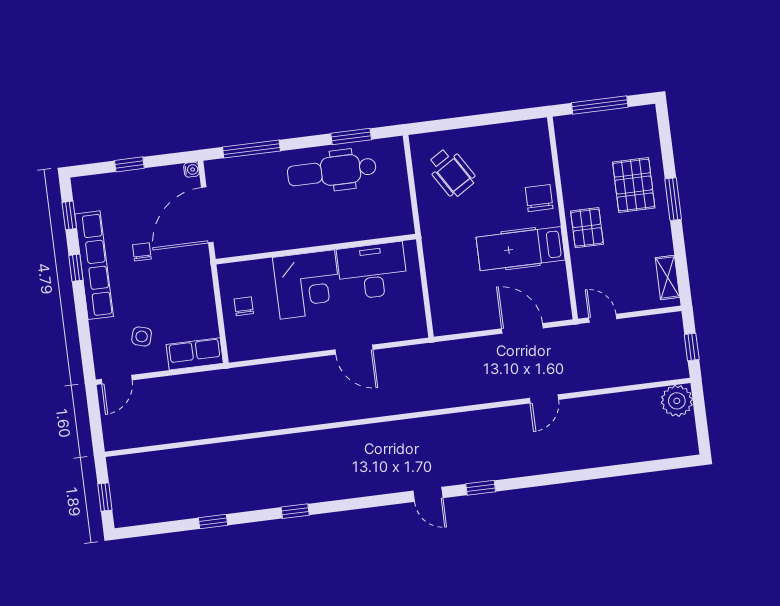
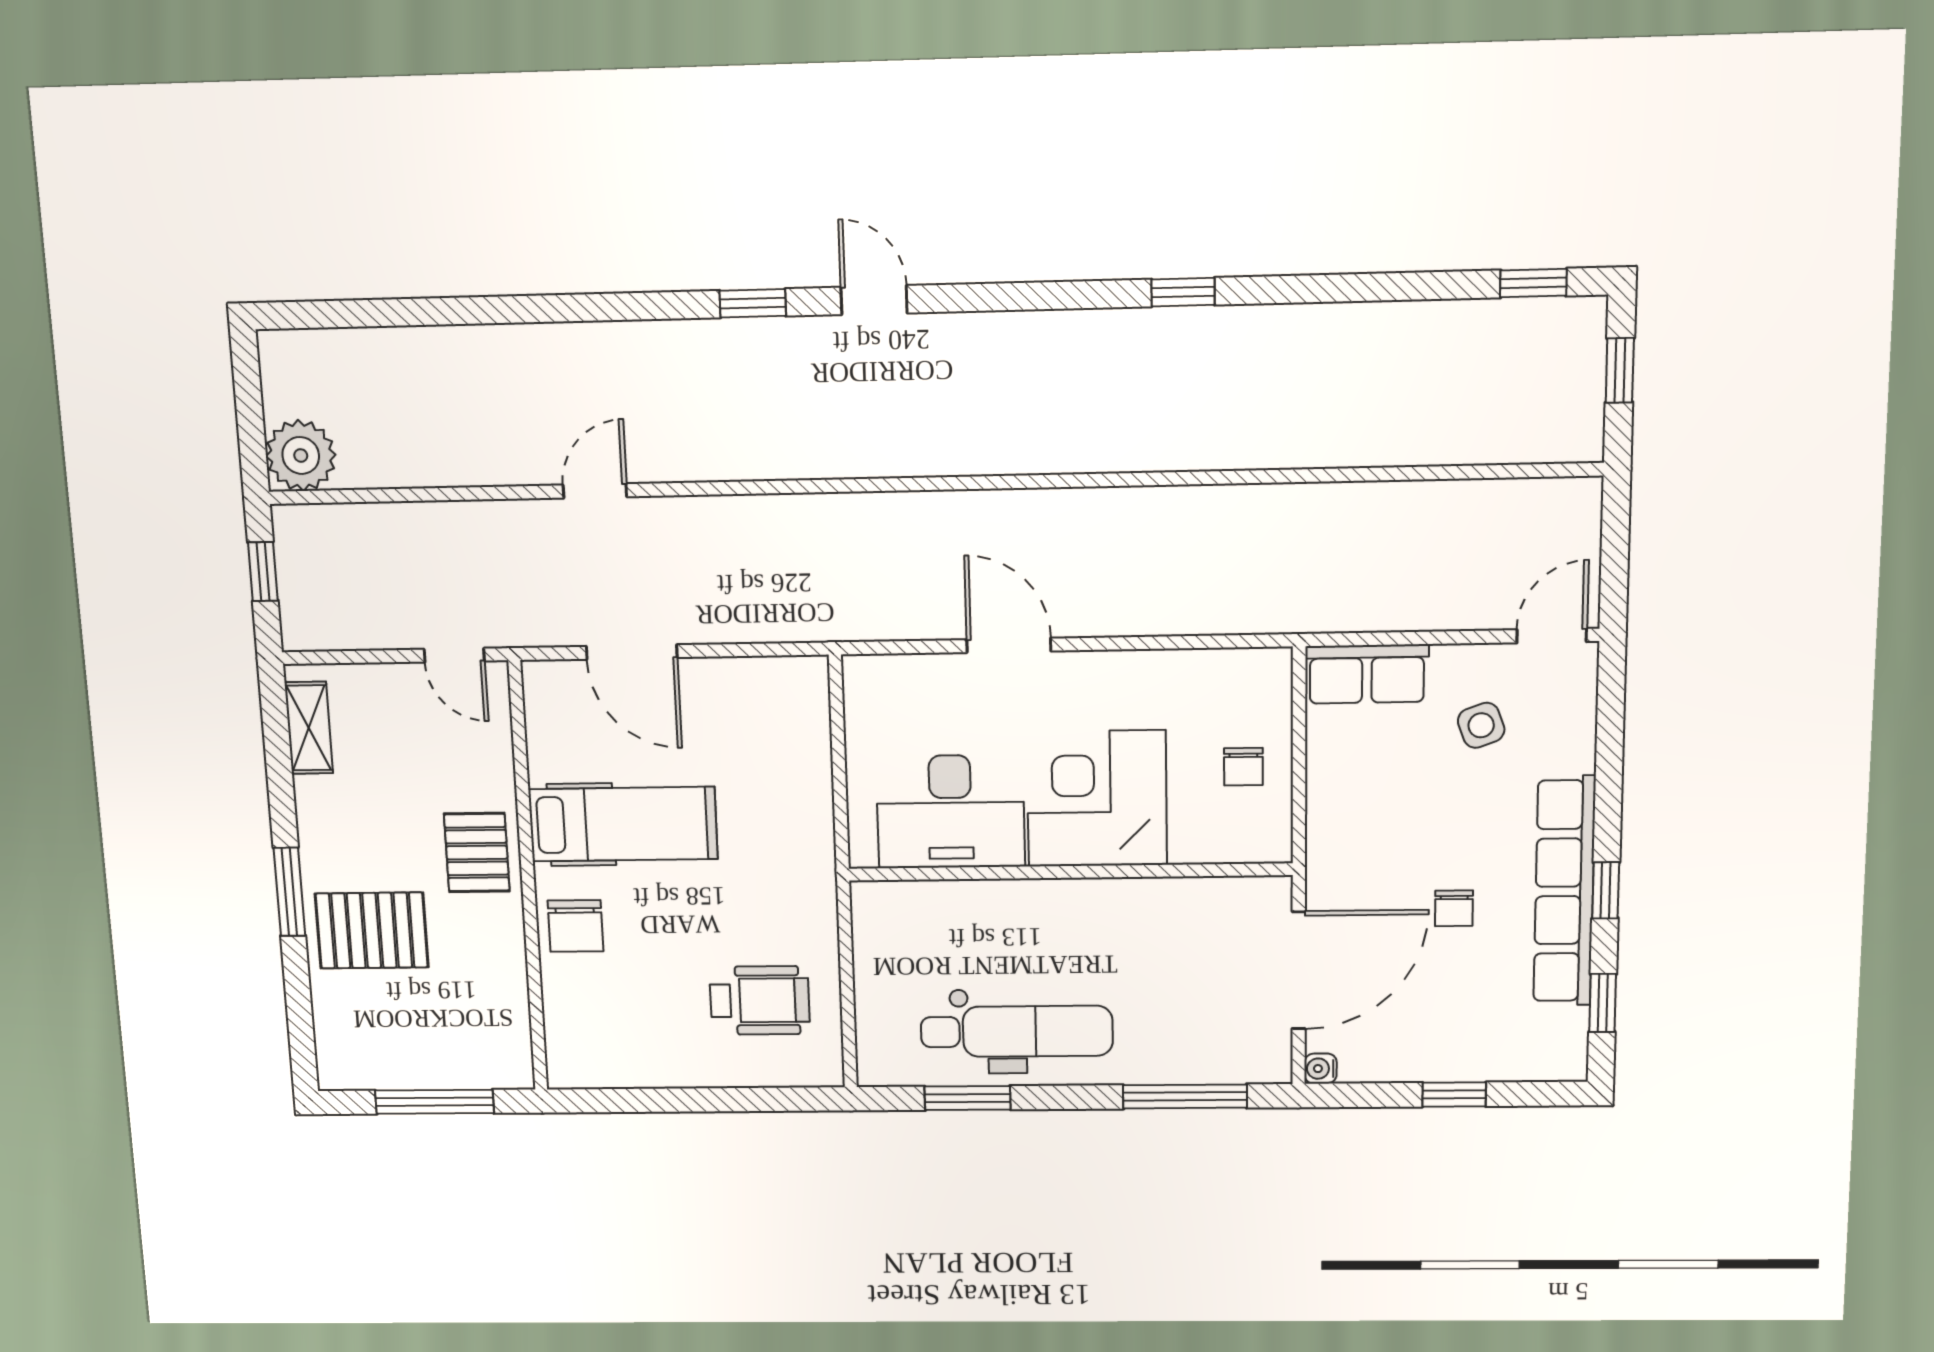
wheelchair: (451, 172) -> (760, 1000), turned 122
pallet: (634, 185) -> (372, 930), turned 90
side table: (142, 336) -> (1481, 725), turned -36
window: (213, 522) -> (1533, 283), moved

